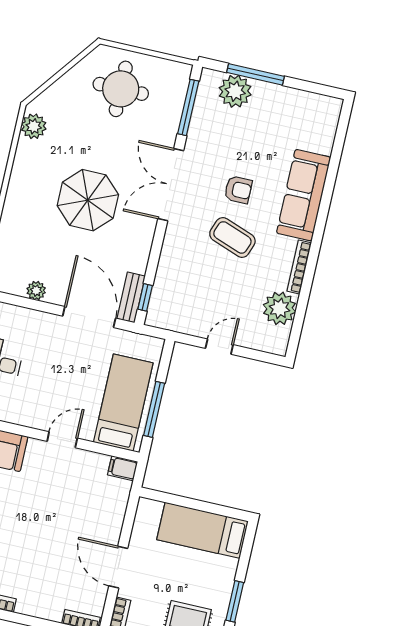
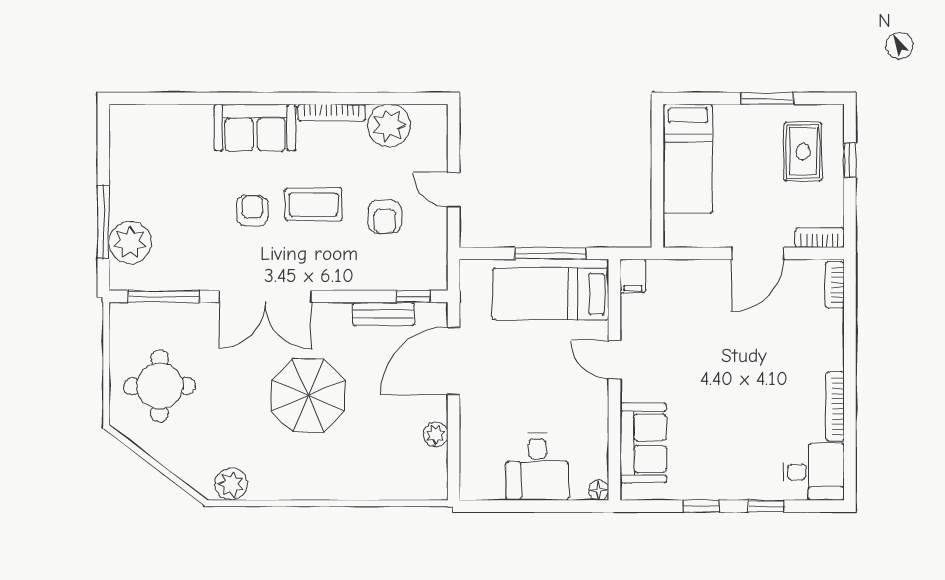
sofa: (304, 195) -> (255, 127), width x0.73
coffee table: (232, 237) -> (314, 204), turned 70
armchair: (211, 290) -> (385, 217), added
bench: (131, 297) -> (383, 314), moved

